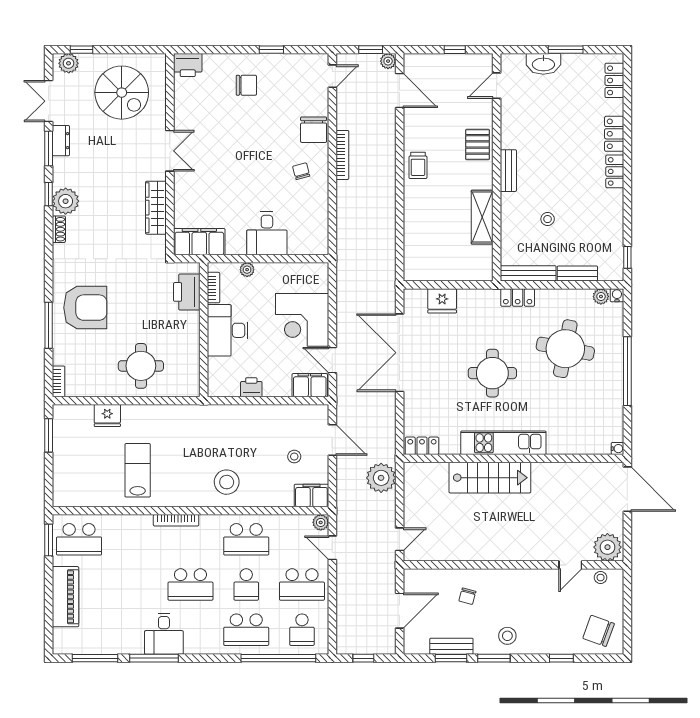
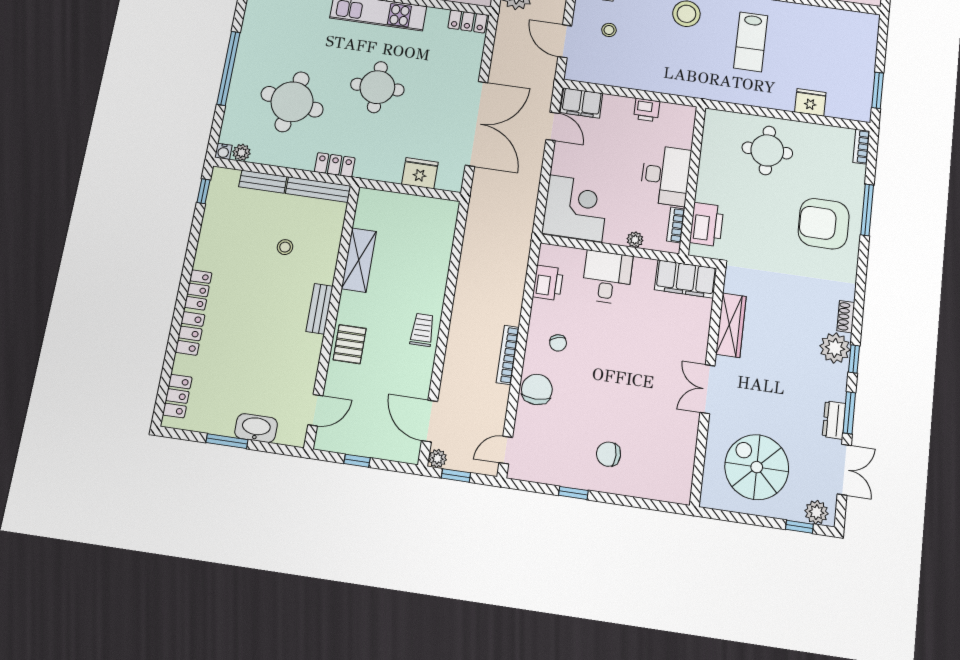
printer: (188, 65) -> (548, 283), moved, turned 90
corner desk: (302, 320) -> (576, 208), moved
lab bench: (138, 470) -> (751, 42), moved

